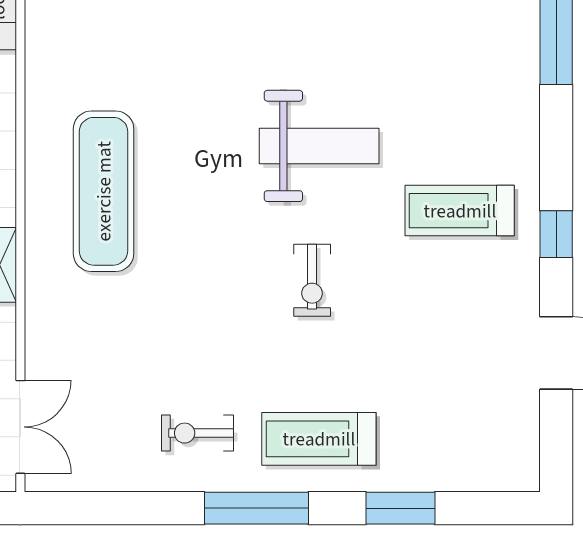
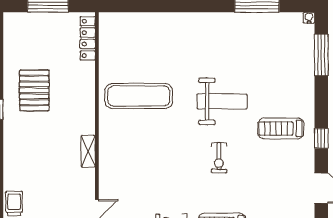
exercise mat: (104, 191) -> (139, 96), moved, turned 90

